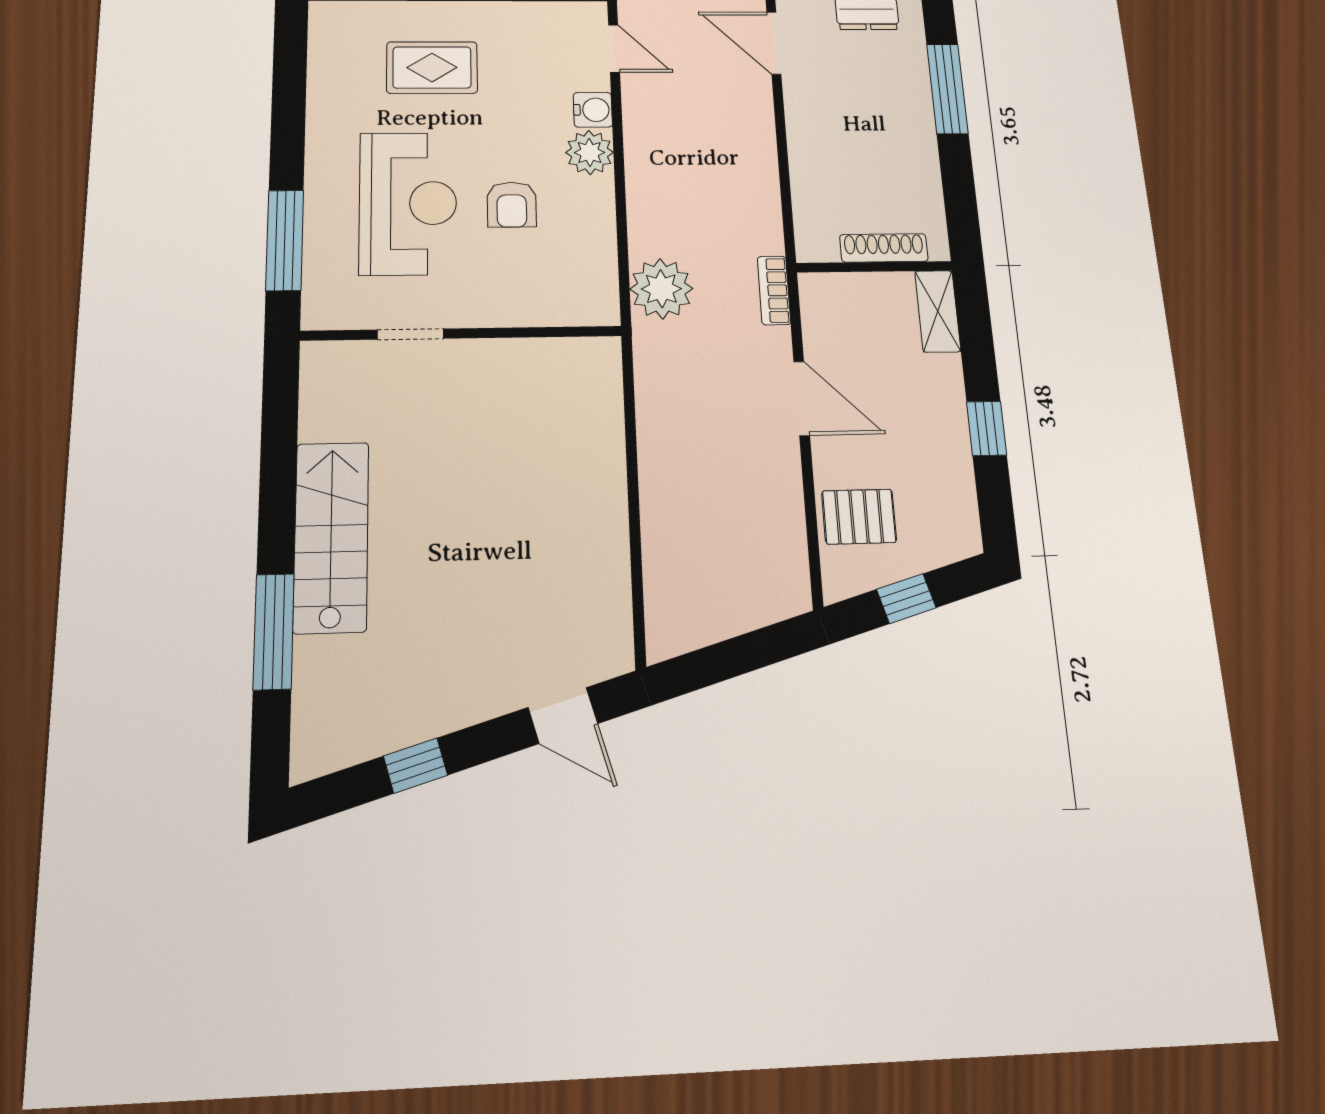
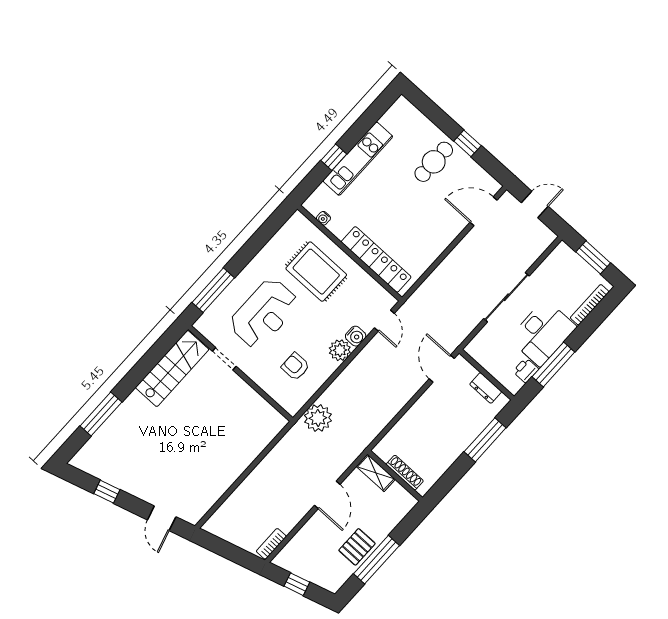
rug: (432, 68) -> (316, 272), width x1.36, depth x1.43
armchair: (512, 205) -> (295, 366), moved, turned 90
bookcase: (774, 290) -> (271, 544), moved
shelving: (938, 311) -> (376, 473), moved, turned 90
window: (987, 428) -> (376, 560), width x2.17
pallet: (859, 517) -> (357, 547), moved, turned 90
stairs: (331, 537) -> (172, 368), moved

